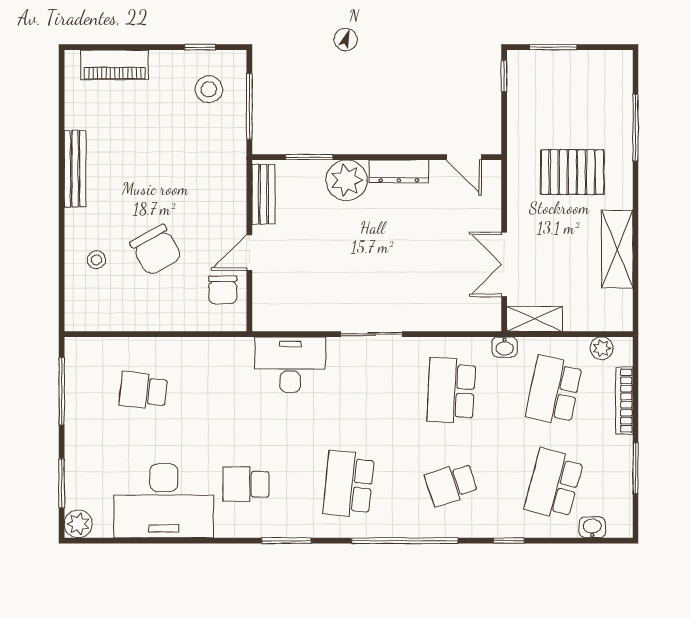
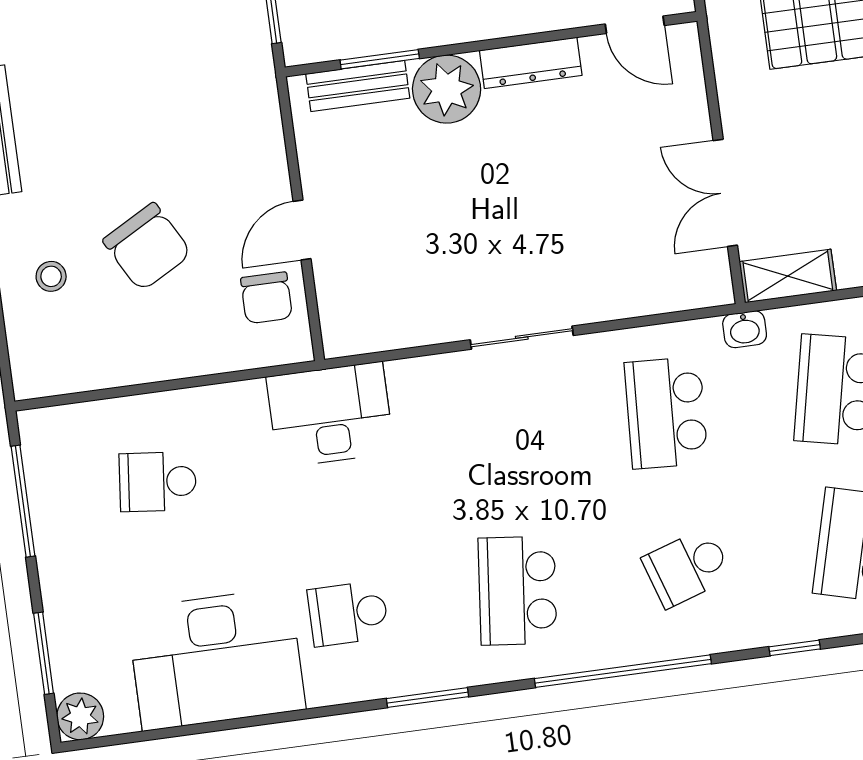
bench: (263, 194) -> (358, 86), moved, turned 90
desk: (290, 365) -> (330, 415), moved

